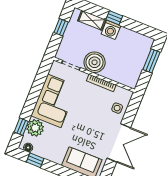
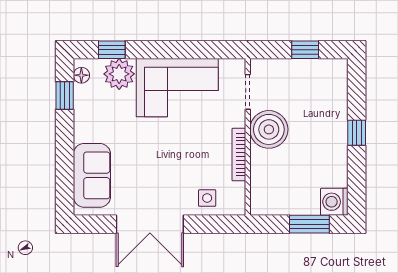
shelving: (92, 20) -> (337, 97), removed
washing machine: (111, 30) -> (334, 202), moved

